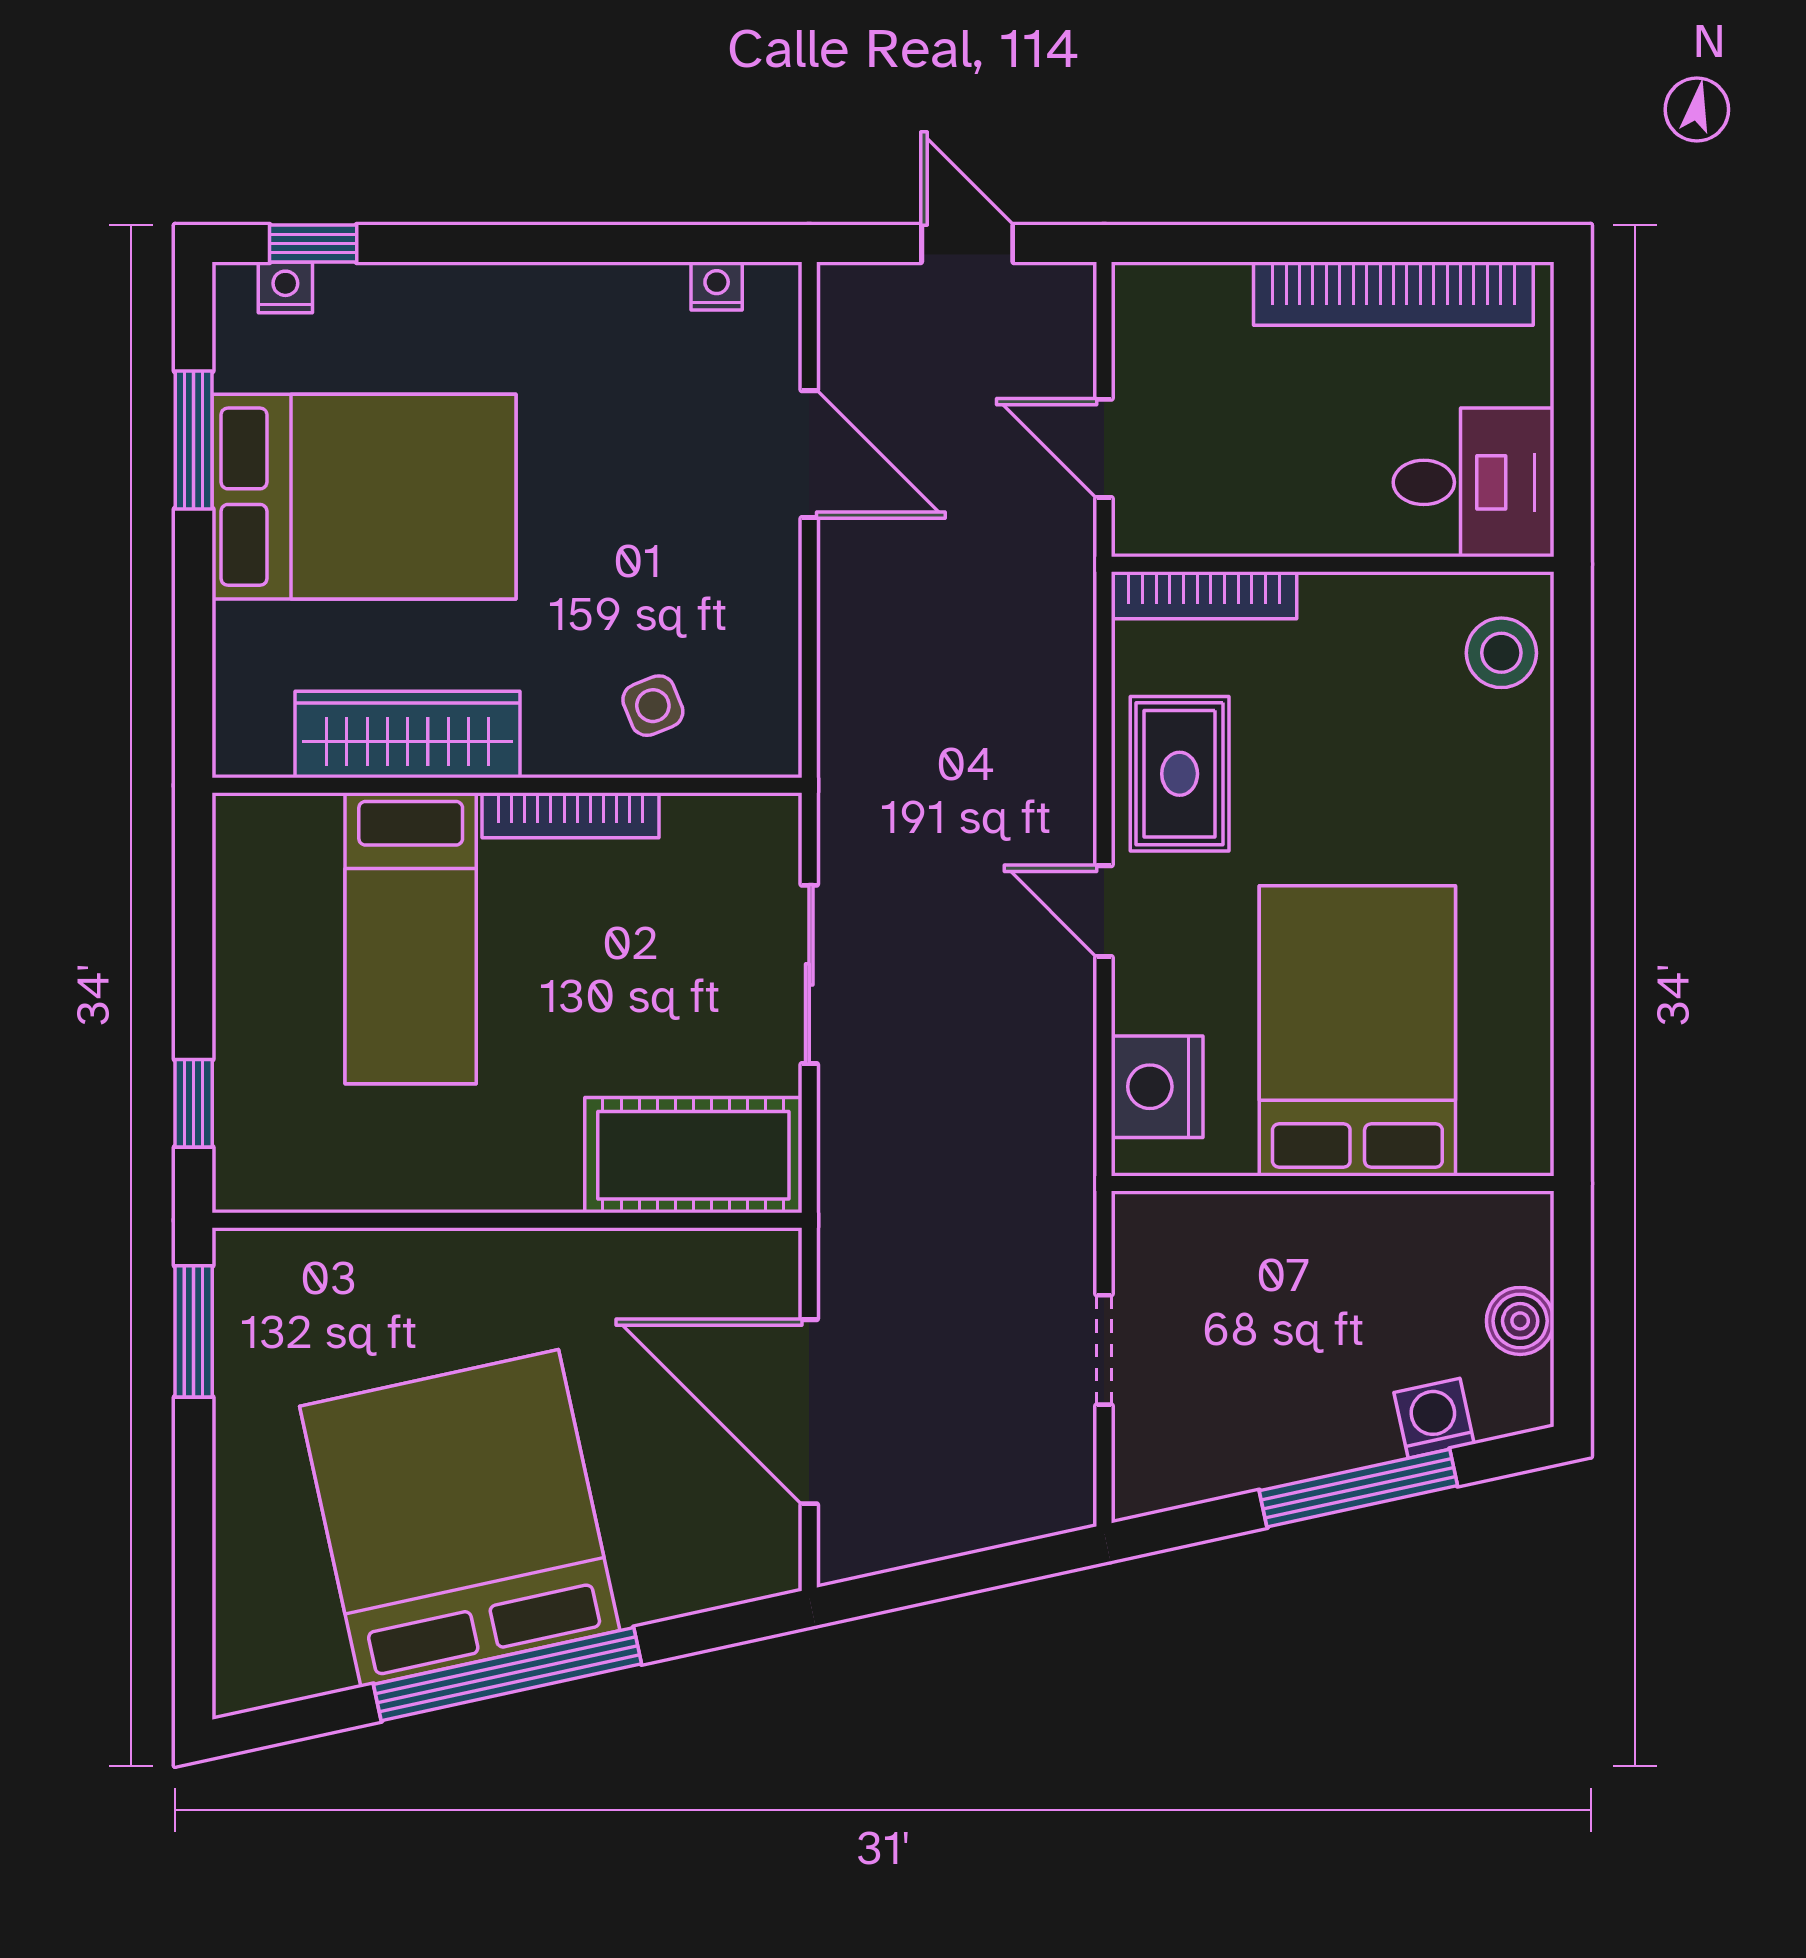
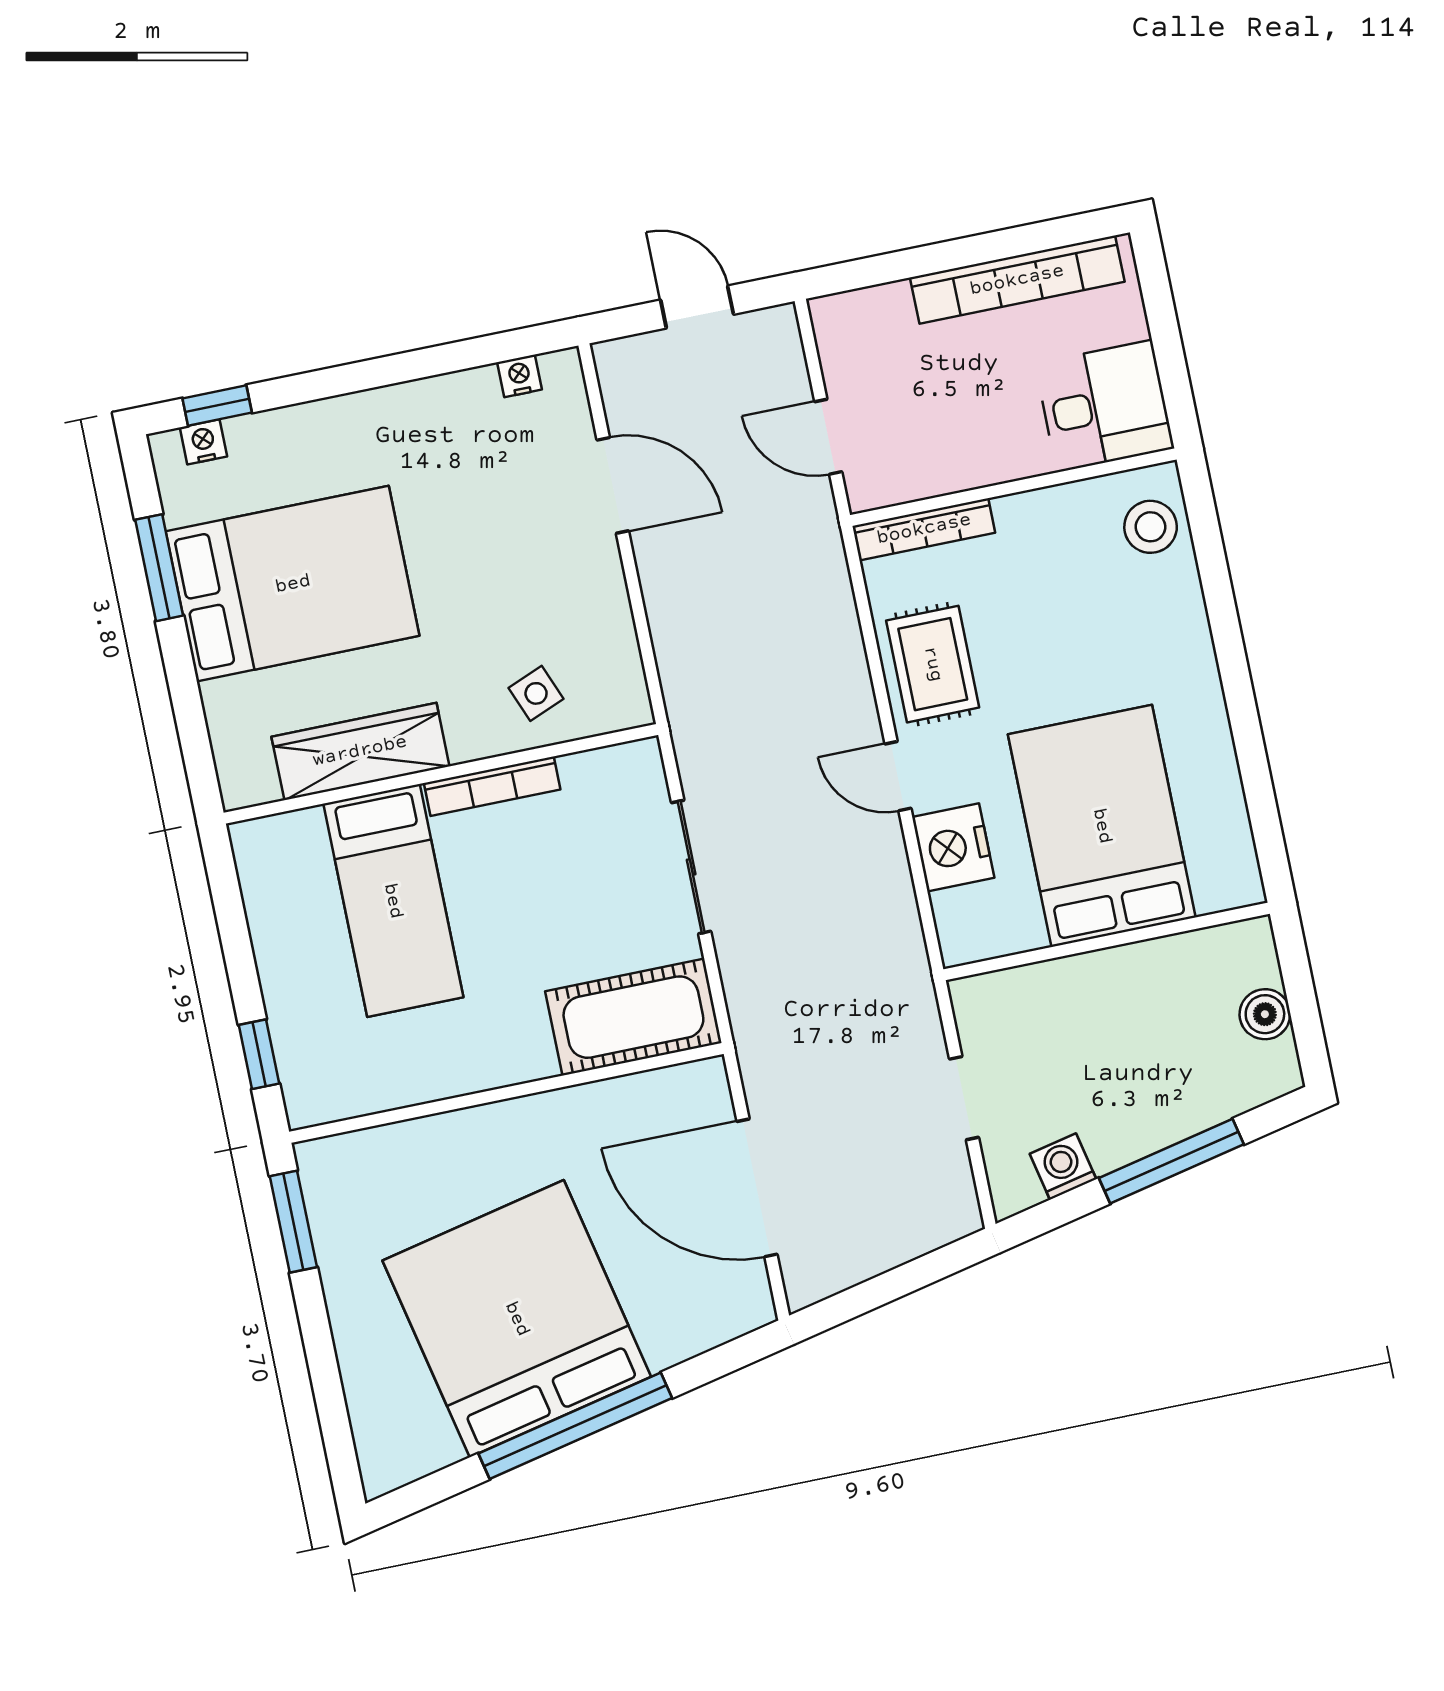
nightstand: (1157, 1087) -> (953, 847), moved
washing machine: (1434, 1418) -> (1063, 1167), moved

